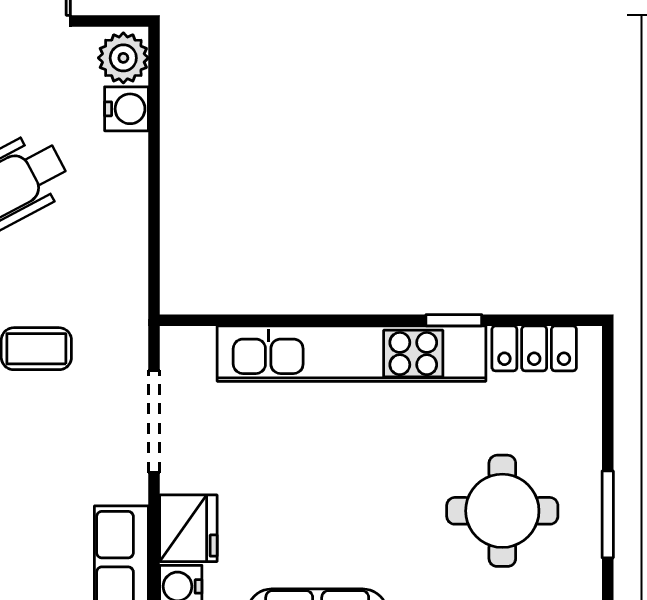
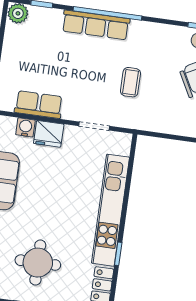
doorway: (154, 422) -> (94, 126), width x0.73

